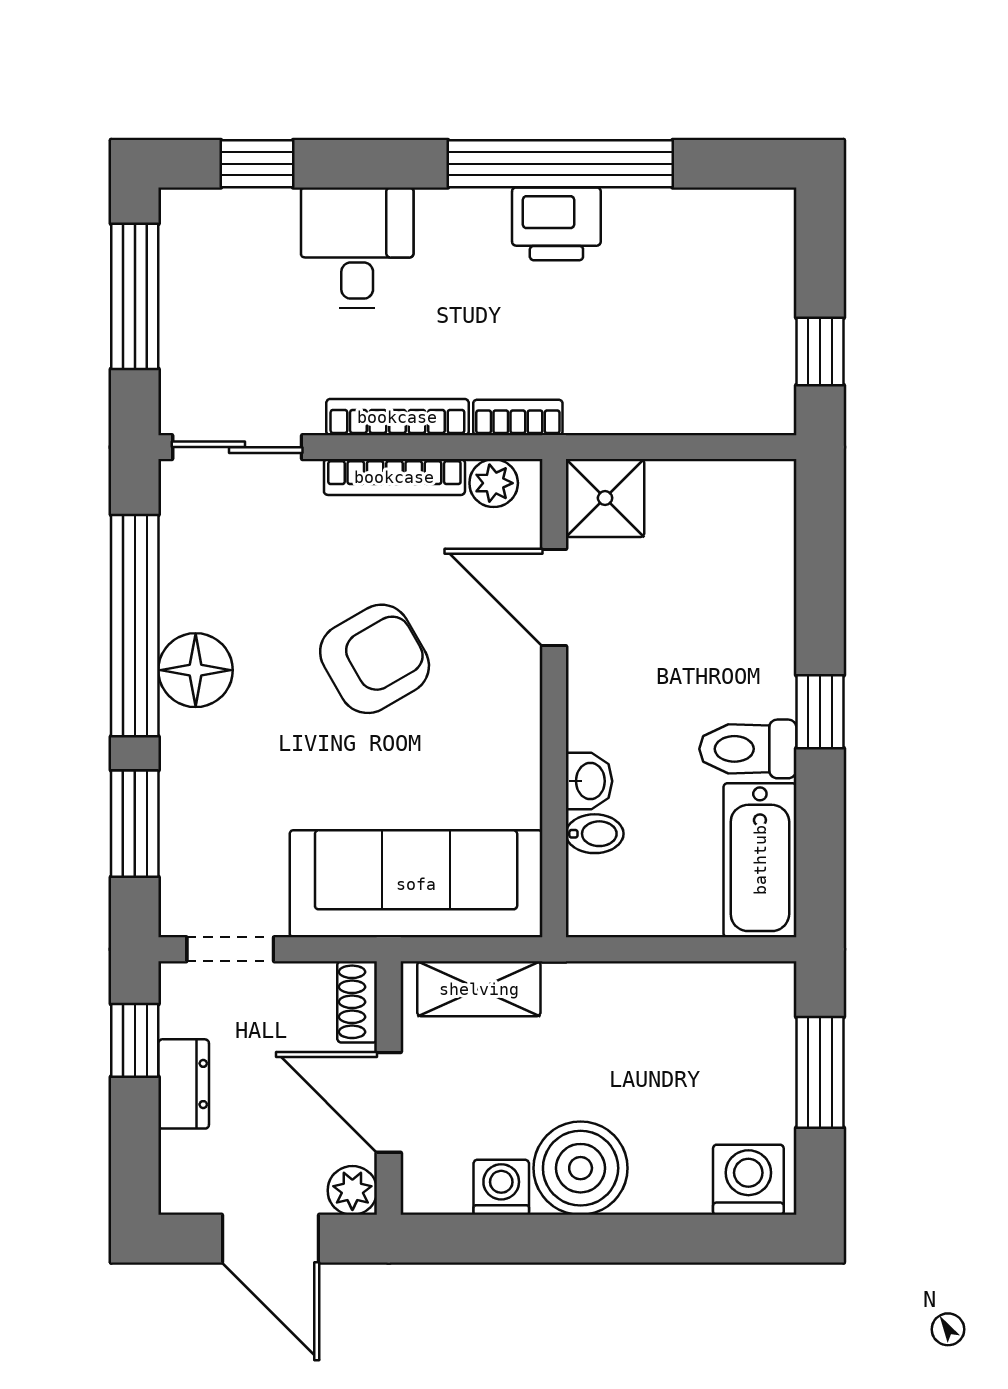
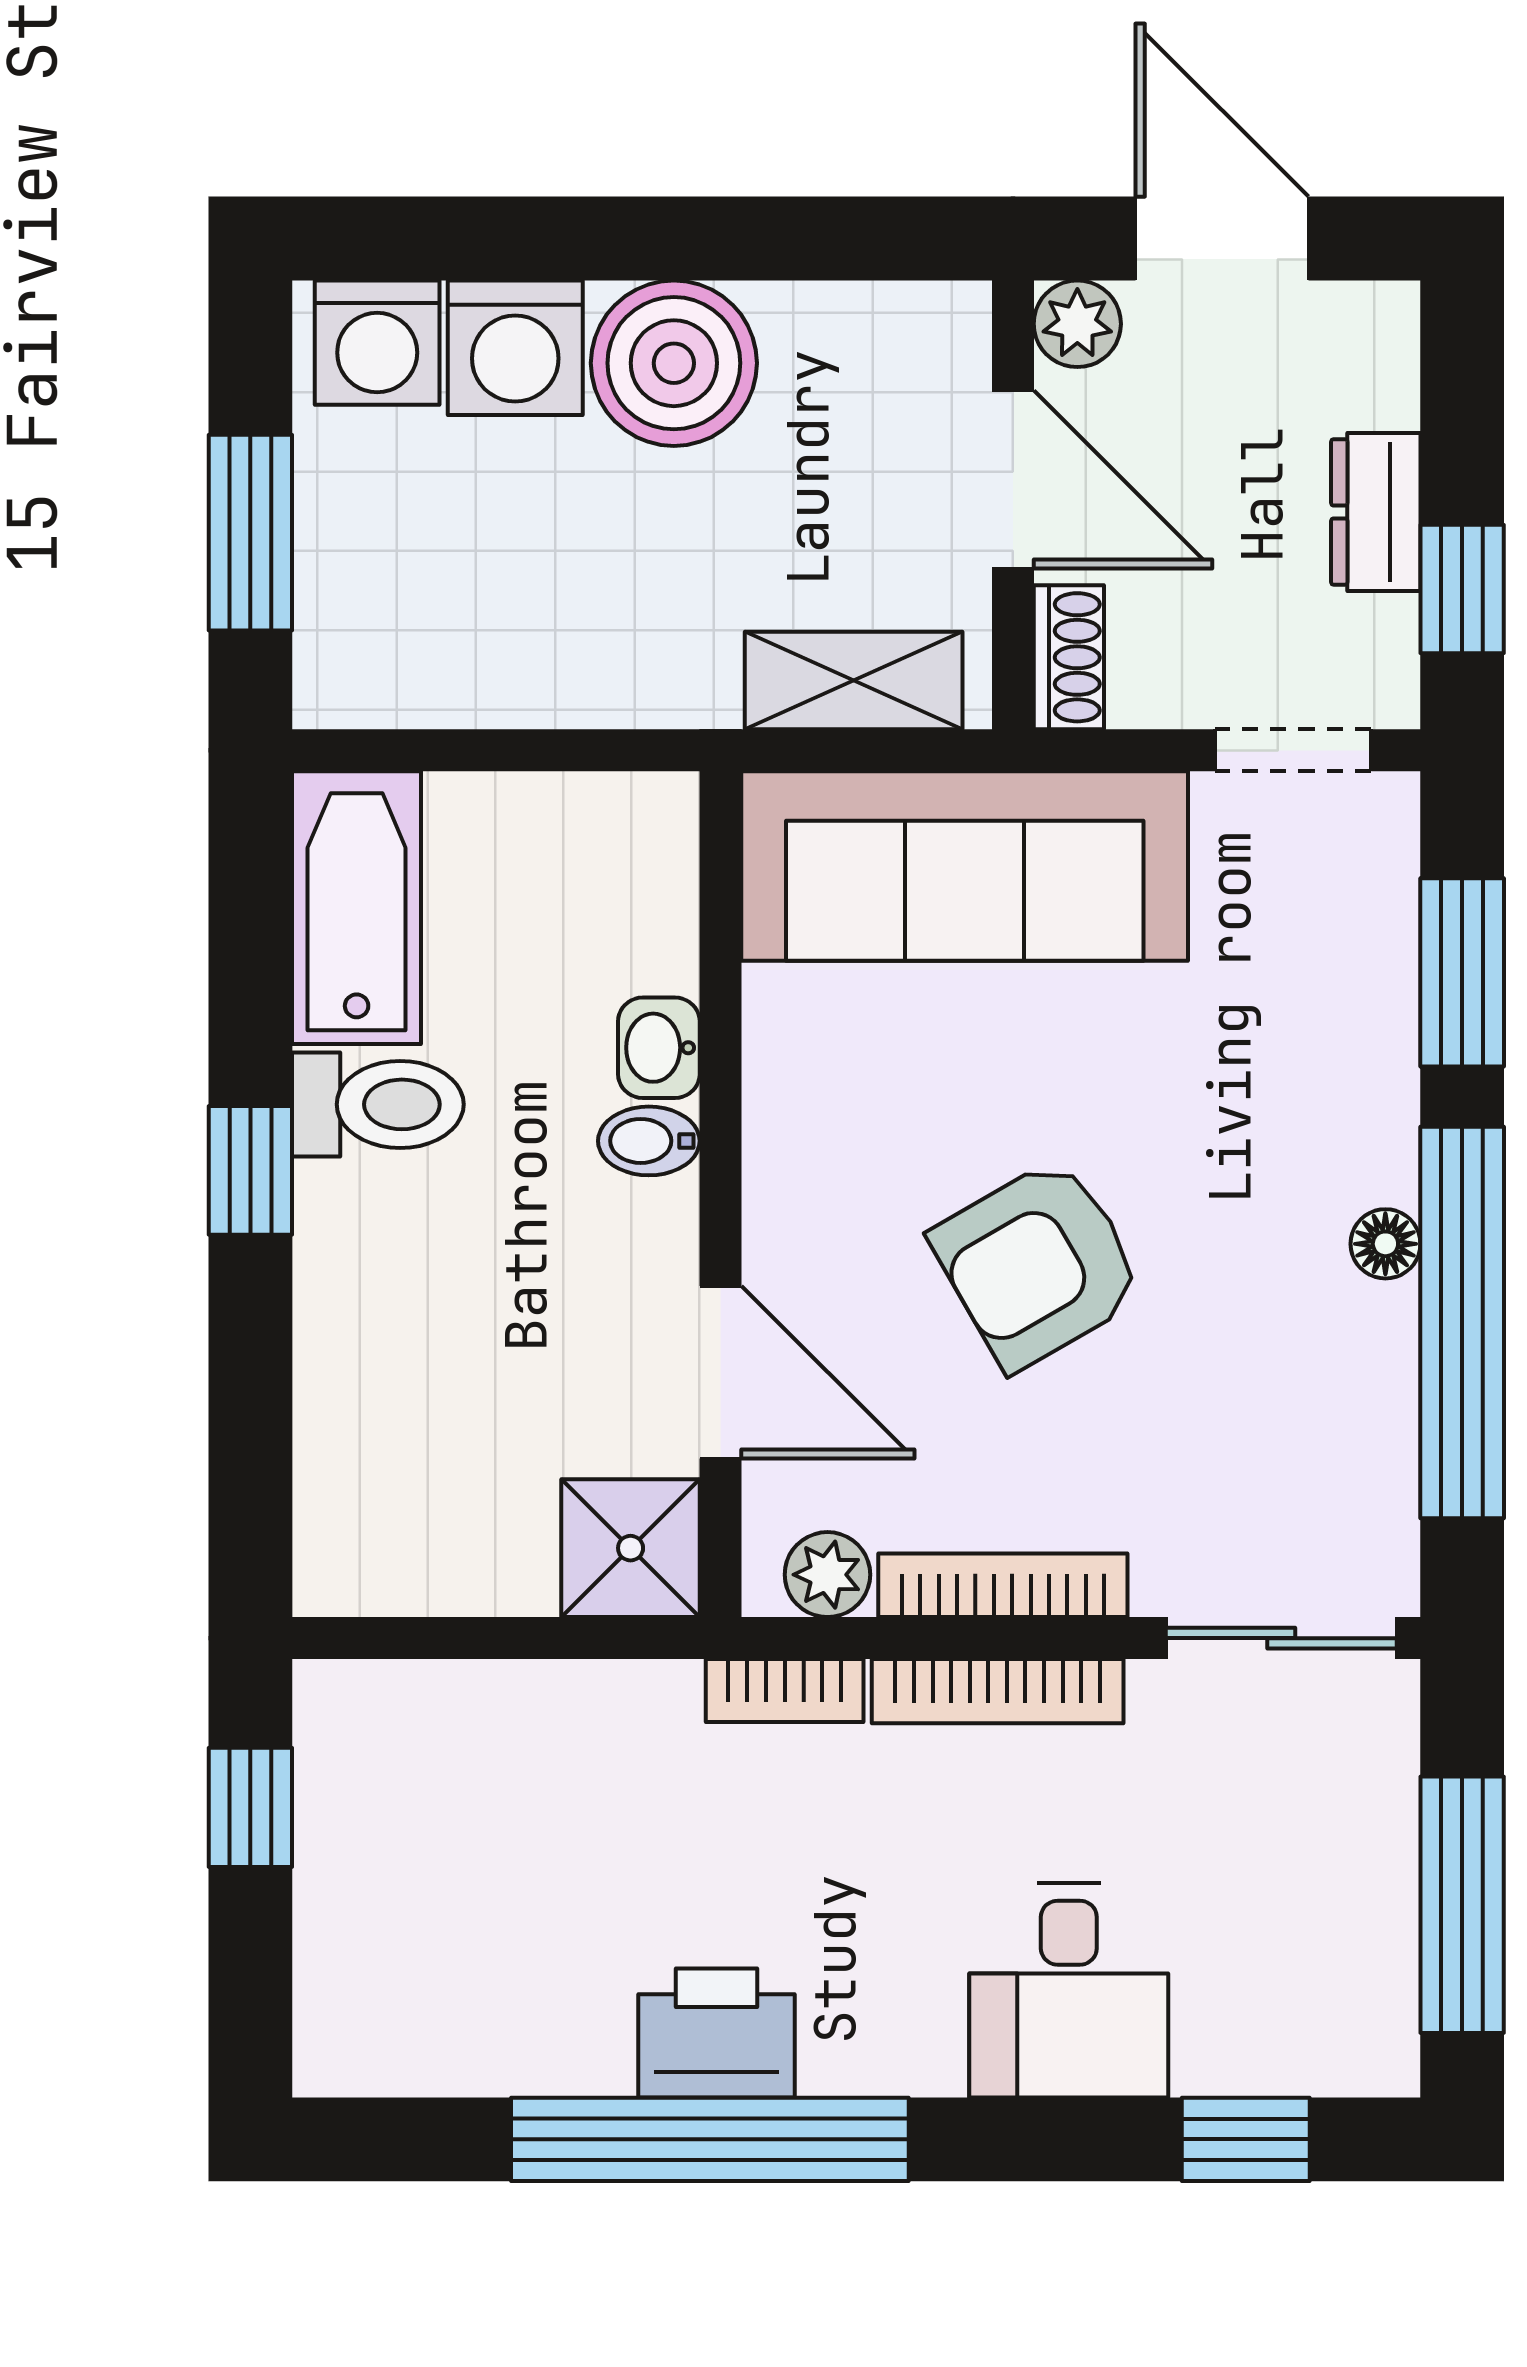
floor lamp: (196, 670) -> (1385, 1244), width x0.53, depth x0.53
bidet: (595, 834) -> (649, 1141), moved
washing machine: (501, 1187) -> (515, 348), moved, width x1.38, depth x1.38

